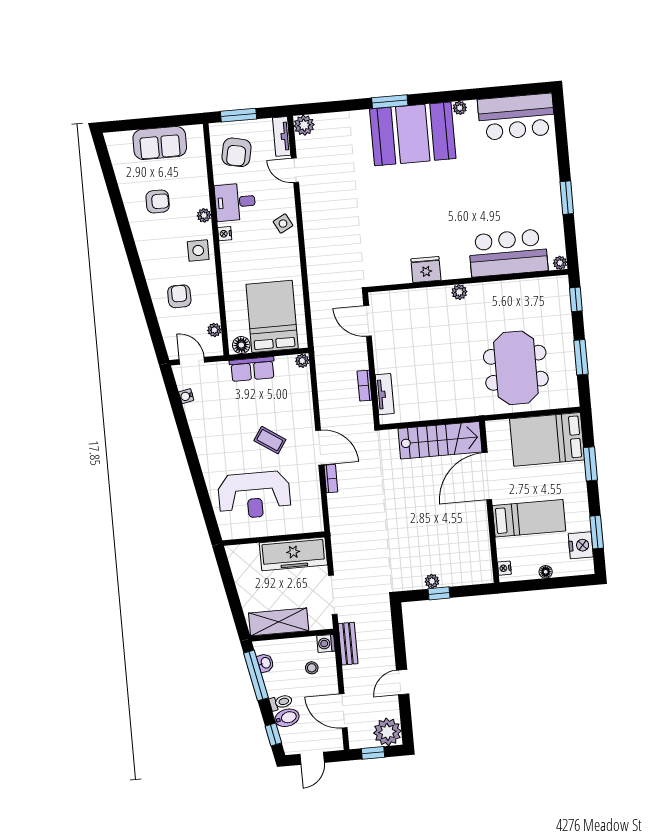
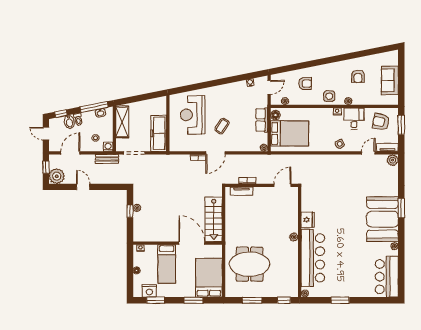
bar counter: (508, 253) -> (313, 258), width x1.36

